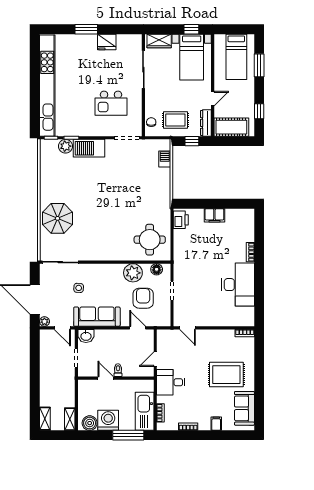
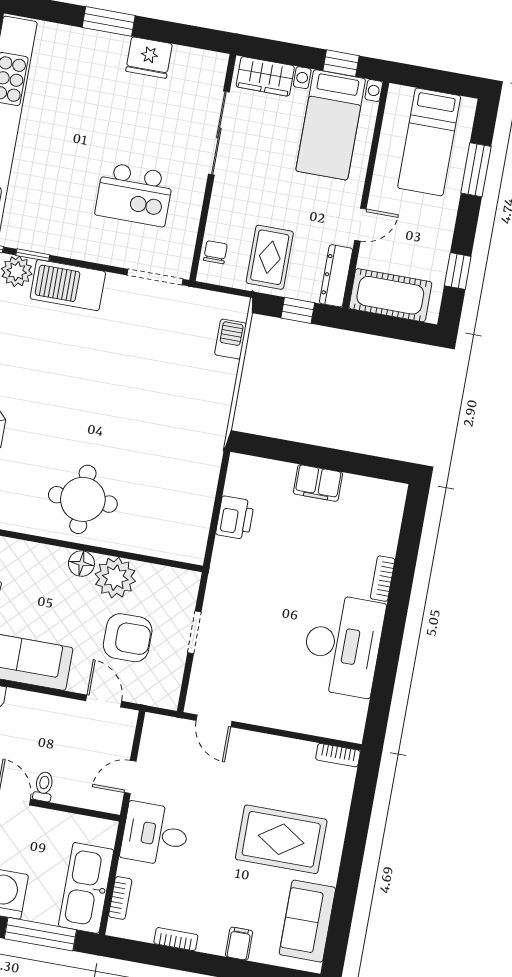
rug: (175, 120) -> (270, 257), turned 90
printer: (181, 220) -> (235, 518), moved
round table: (150, 240) -> (83, 499), moved
floor lamp: (157, 269) -> (81, 564), moved
armchair: (143, 298) -> (128, 638), turned 90

